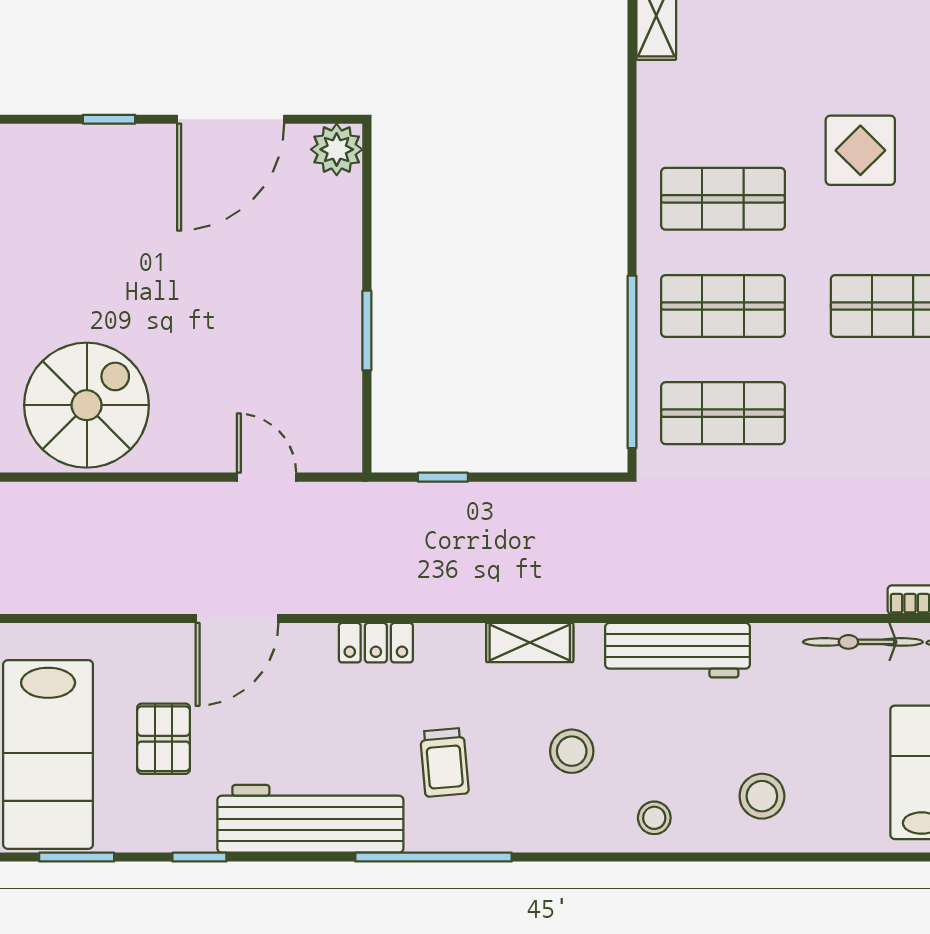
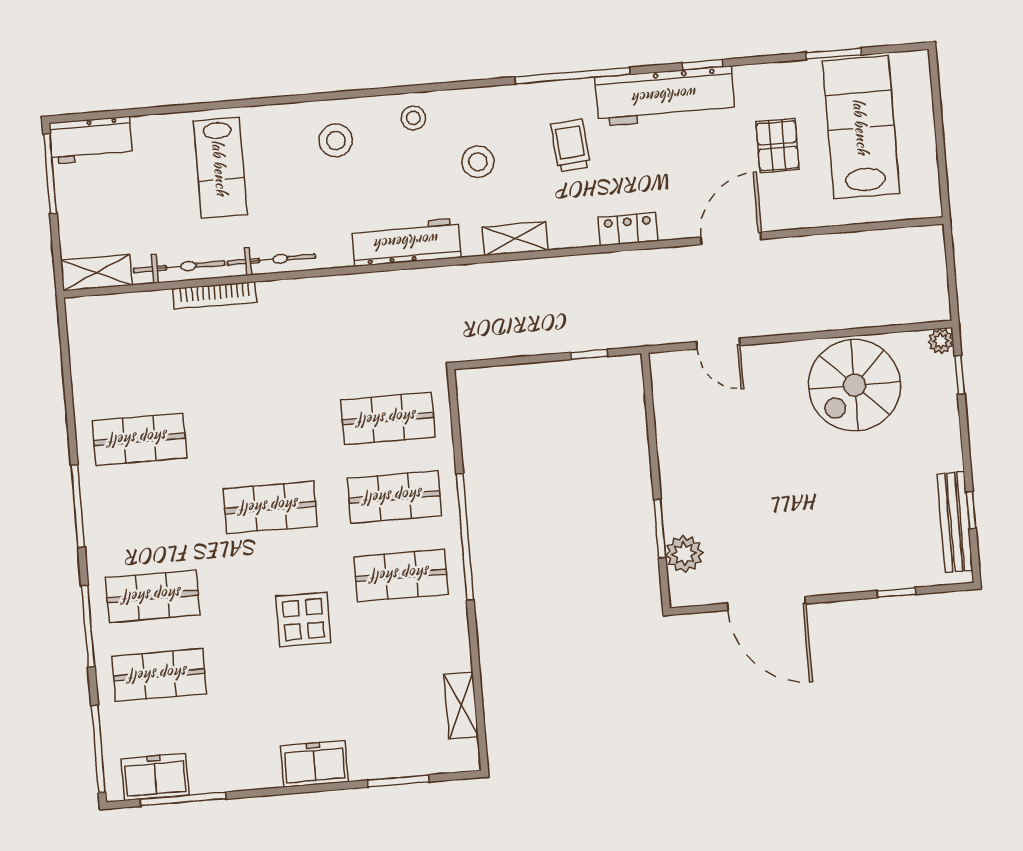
window: (109, 119) -> (896, 593), moved
door: (231, 119) -> (766, 603), swing flipped
plant: (337, 149) -> (684, 554), moved
window: (367, 331) -> (660, 529), moved
window: (632, 362) -> (465, 537), moved
window: (199, 857) -> (703, 65), moved

